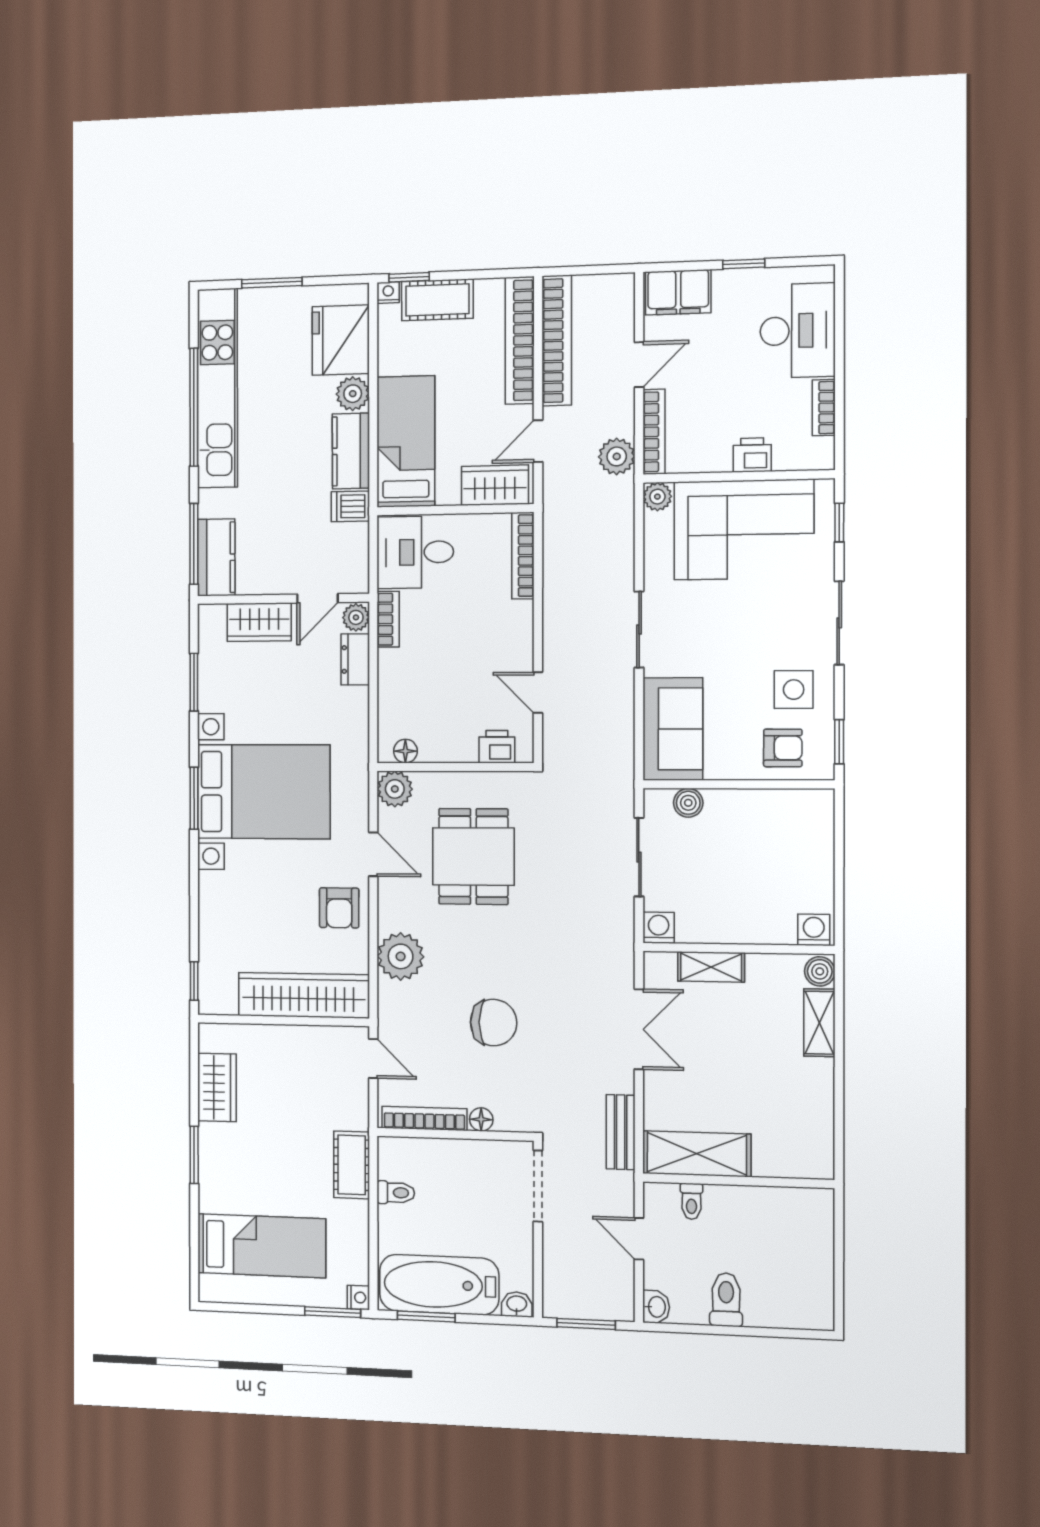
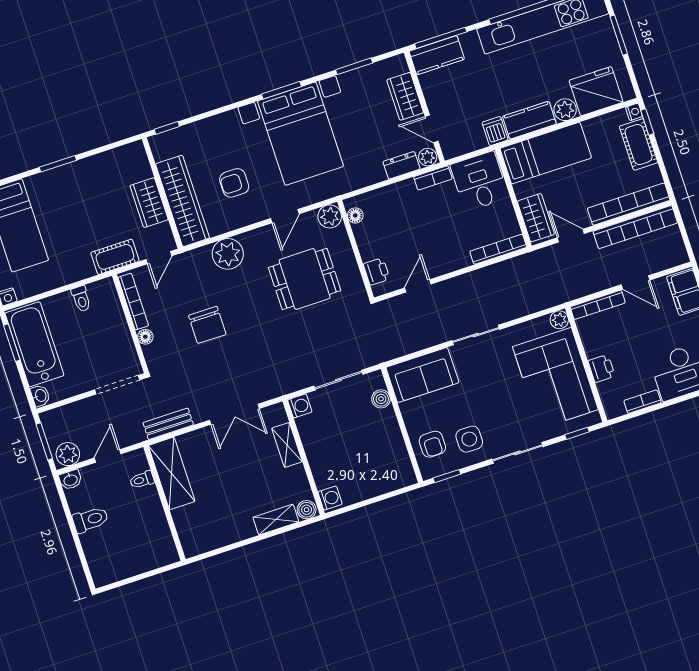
plant: (617, 456) -> (68, 454), moved
armchair: (339, 908) -> (234, 183), moved
wardrobe: (217, 1087) -> (149, 203), moved, turned 90
cot: (352, 1165) -> (115, 257), moved

